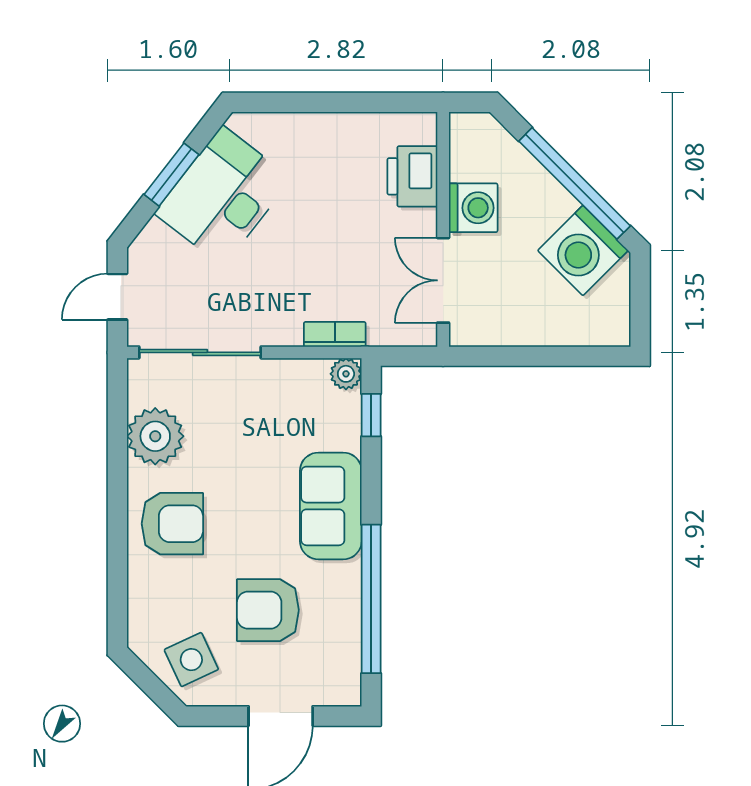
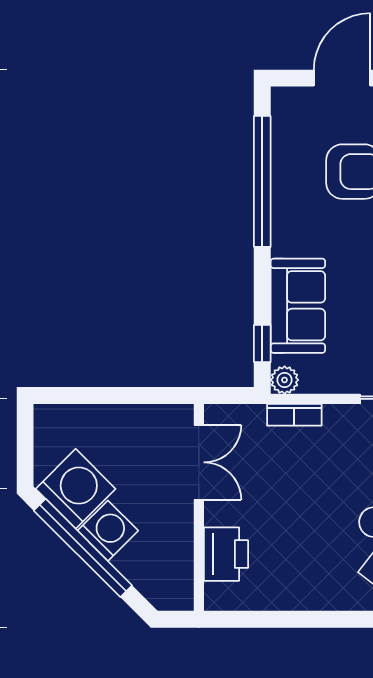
washing machine: (473, 208) -> (108, 531), moved, turned 135
sofa: (331, 506) -> (298, 306), moved

